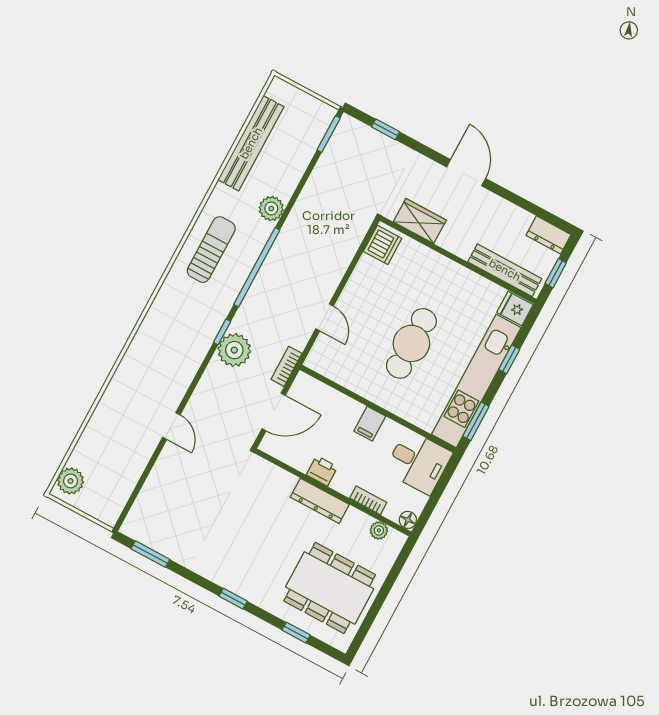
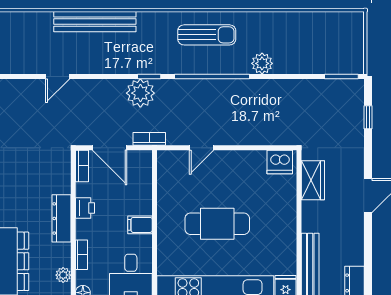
bench: (251, 143) -> (95, 22), moved
bookcase: (277, 451) -> (82, 166), added

